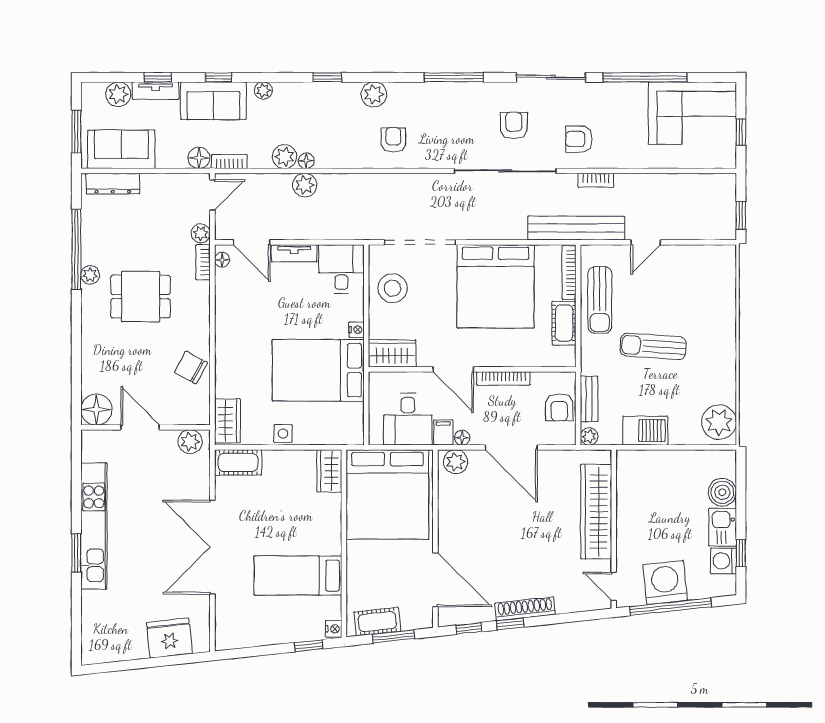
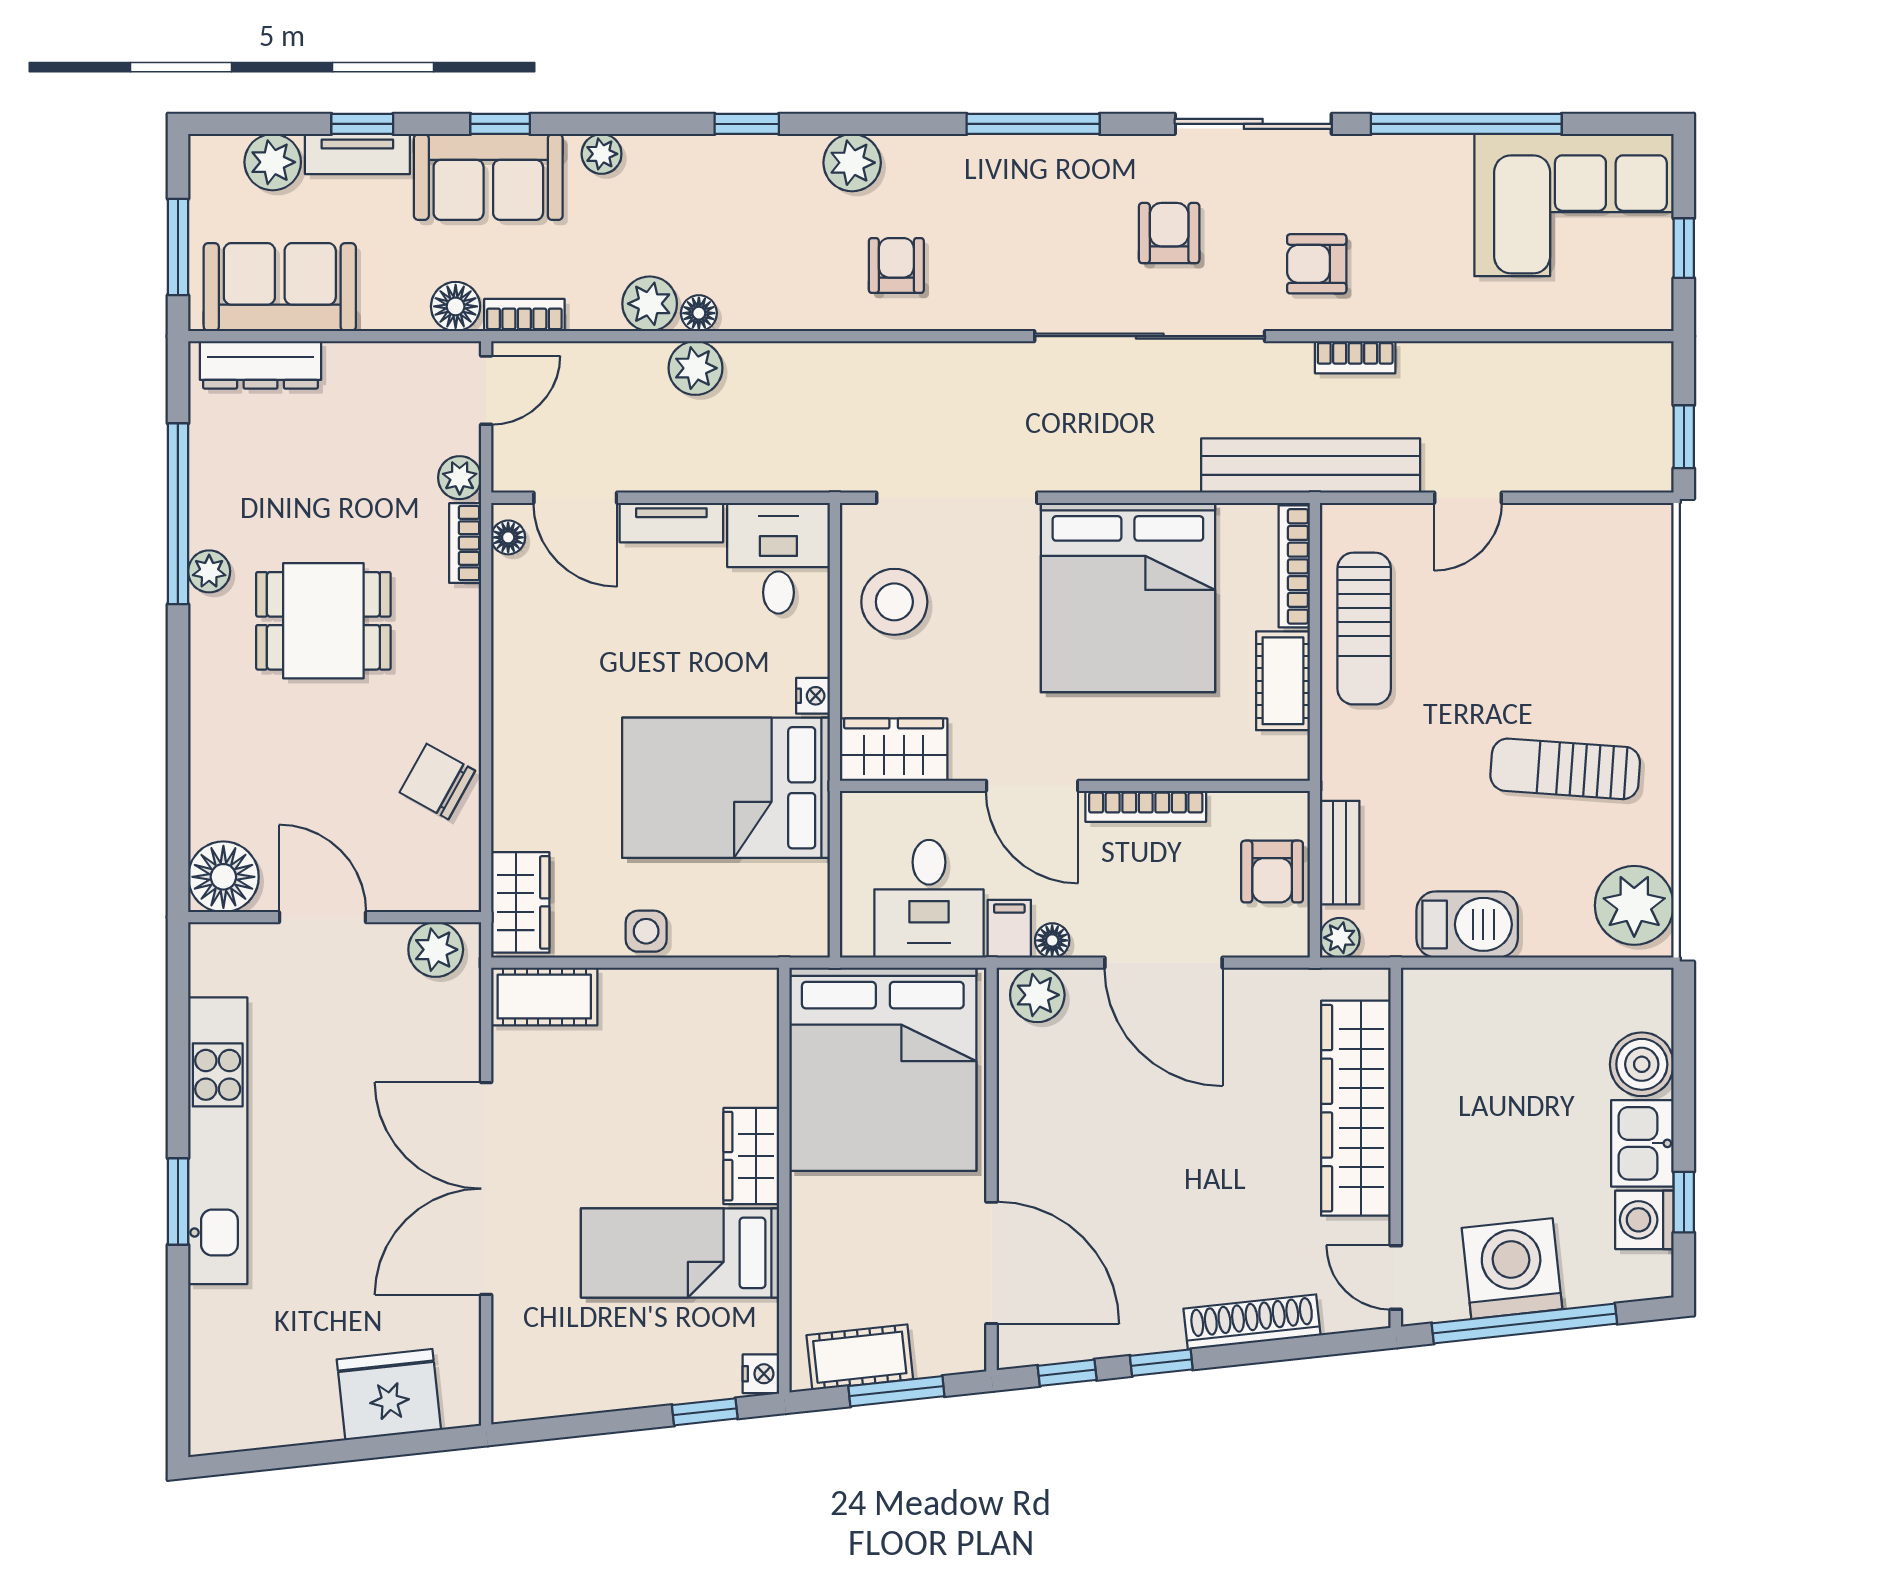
sun lounger: (653, 346) -> (1565, 769), moved
wardrobe: (329, 471) -> (751, 1156), moved
shoe rack: (525, 609) -> (1252, 1322), moved

